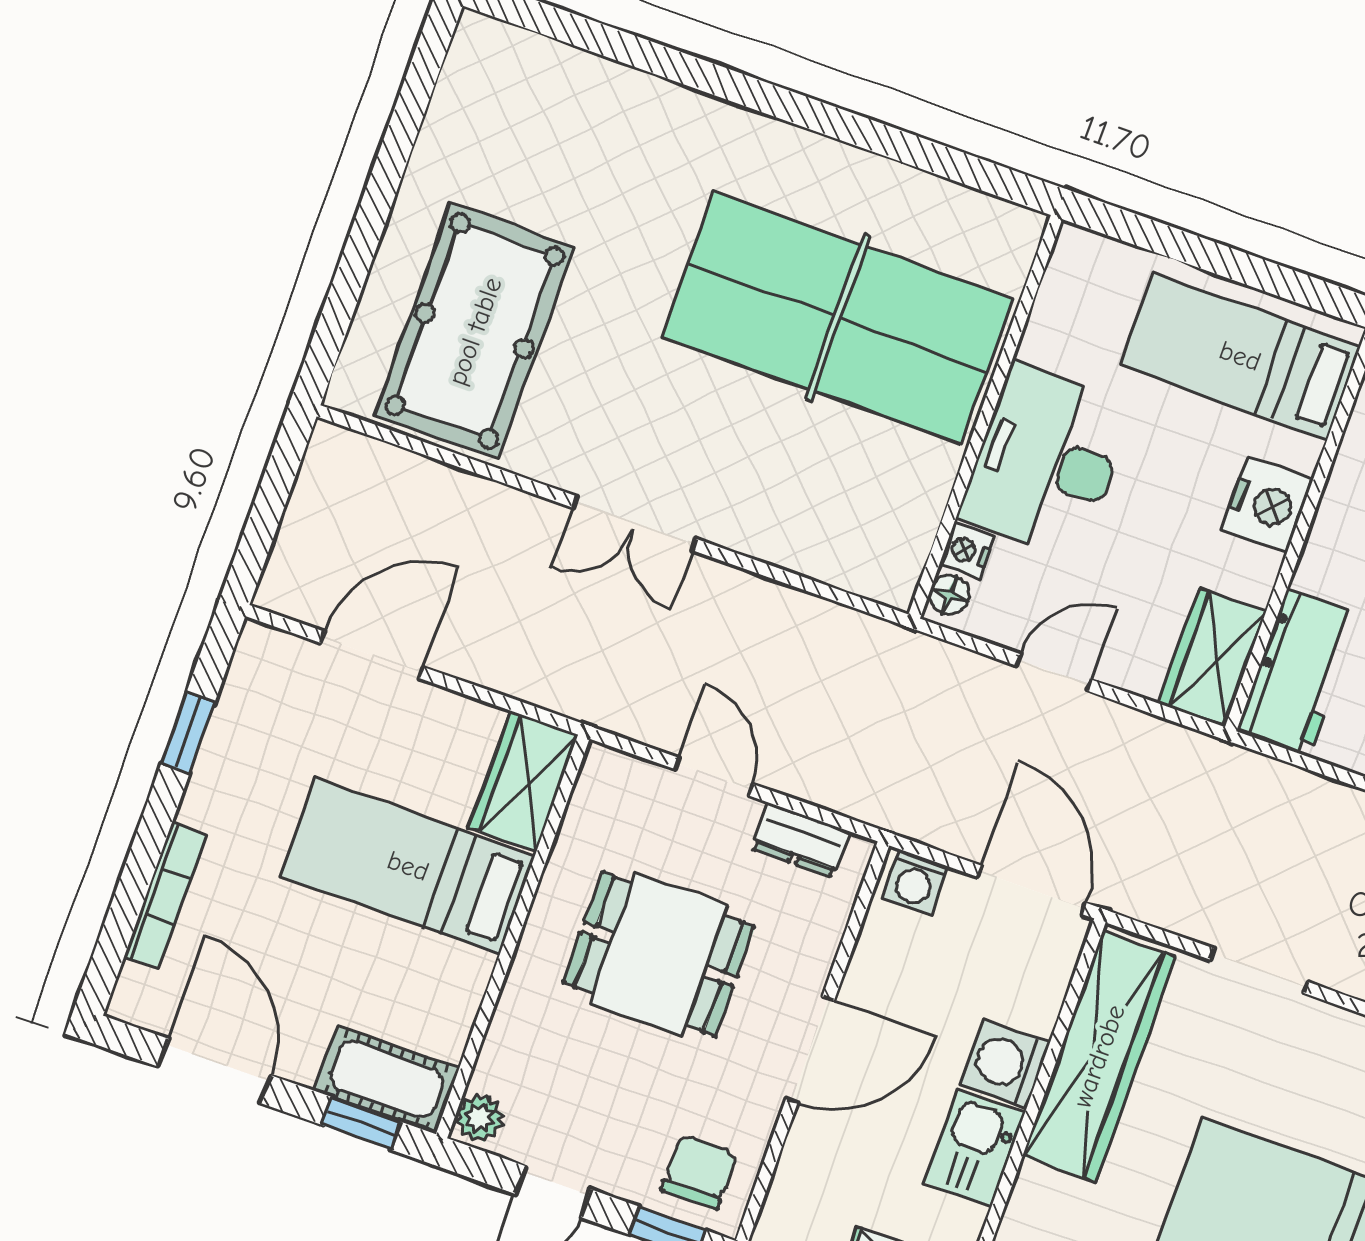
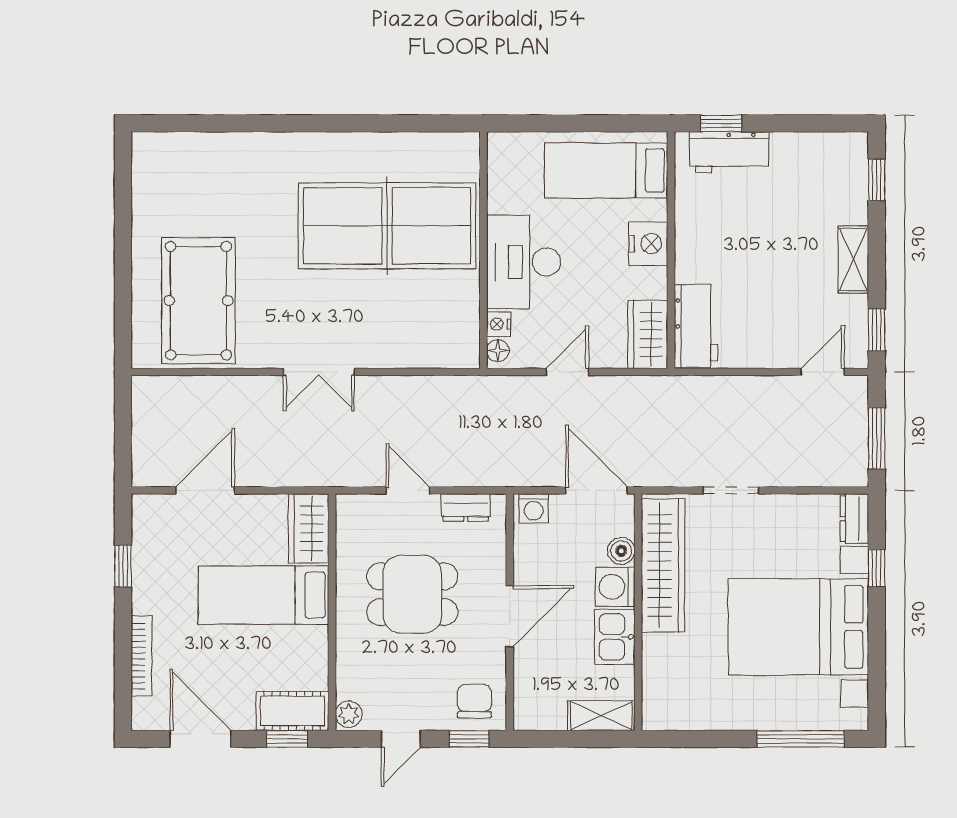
boiler: (1037, 1007) -> (621, 551), added

